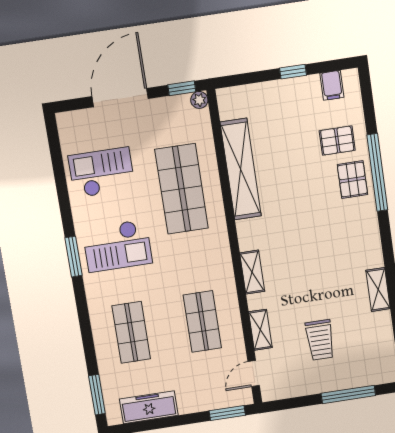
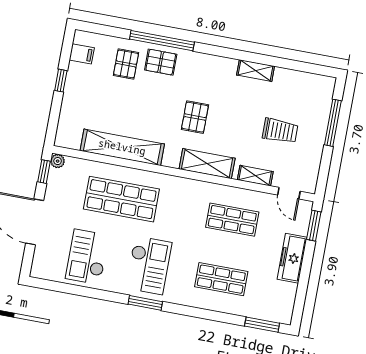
pallet: (303, 240) -> (195, 117), added
shelving: (252, 272) -> (207, 164), width x1.50, depth x1.33
freezer: (149, 407) -> (292, 258), moved

